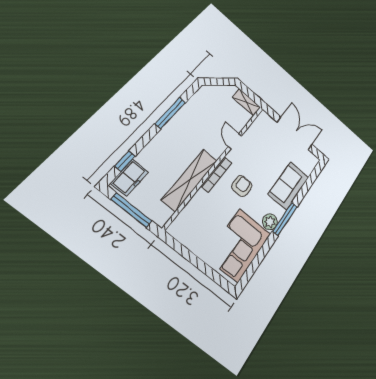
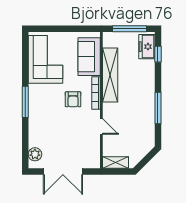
sofa: (289, 186) -> (89, 57), moved, turned 180
plant: (270, 222) -> (35, 154), moved

